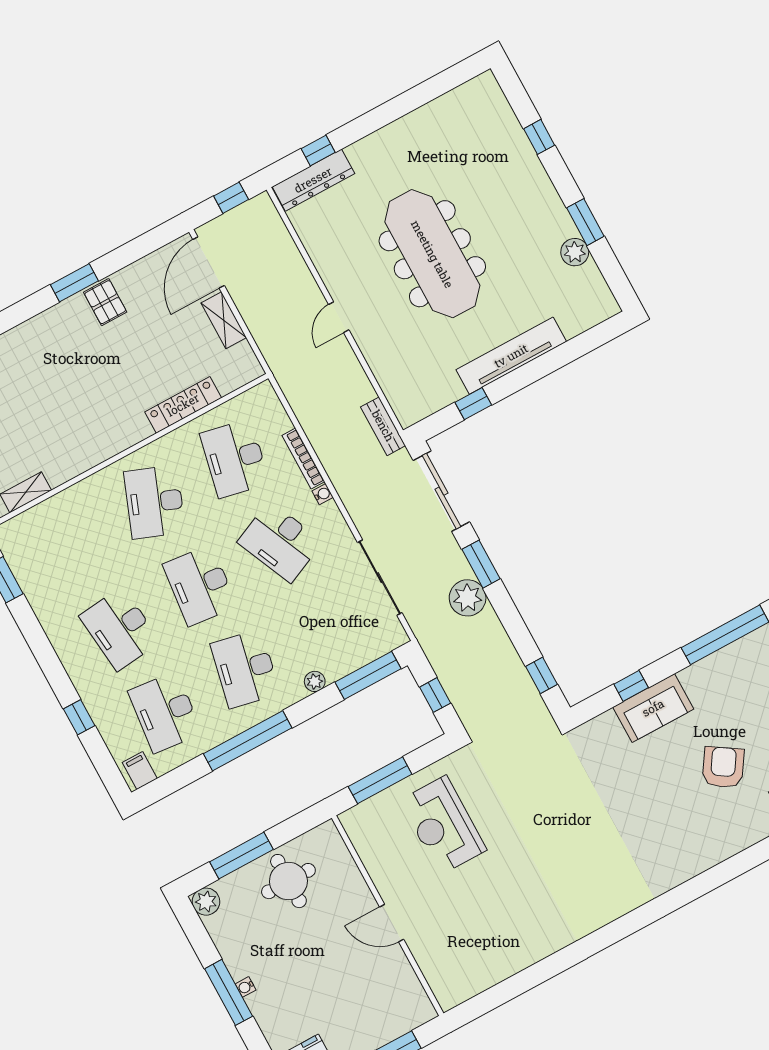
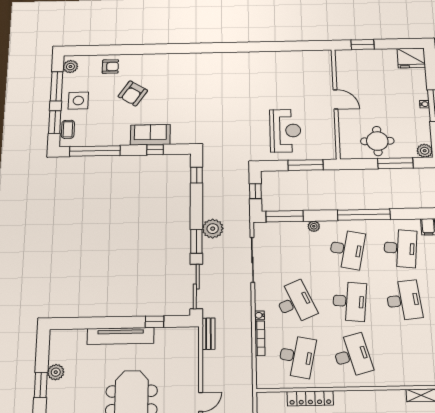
desk: (155, 502) -> (352, 355), turned -36

